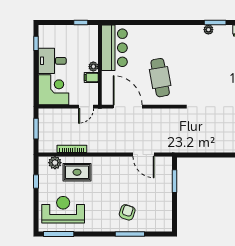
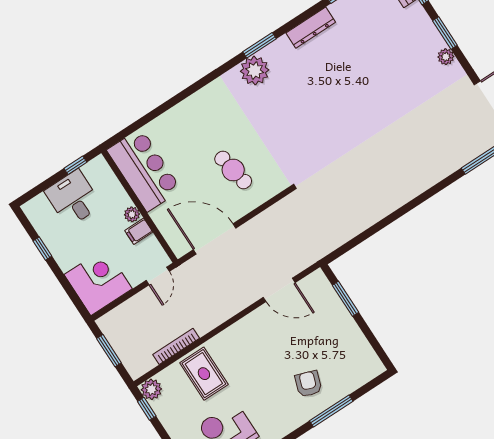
plant: (208, 30) -> (255, 71), width x1.87, depth x1.87
window: (36, 43) -> (42, 249), moved
desk: (52, 61) -> (73, 198), moved, turned 90
cafe table: (160, 78) -> (233, 170), width x0.73, depth x0.74
plant: (55, 163) -> (151, 389), moved
rug: (77, 172) -> (204, 374), turned 90
window: (36, 182) -> (147, 409), moved

